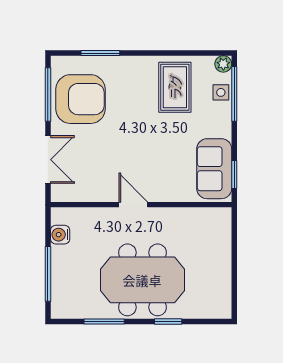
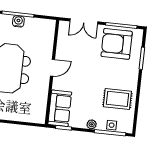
plant: (223, 64) -> (92, 124), moved
armchair: (81, 99) -> (117, 44), turned 90
sofa: (214, 169) -> (60, 108), moved, turned 90
water cooler: (60, 235) -> (18, 21), moved

